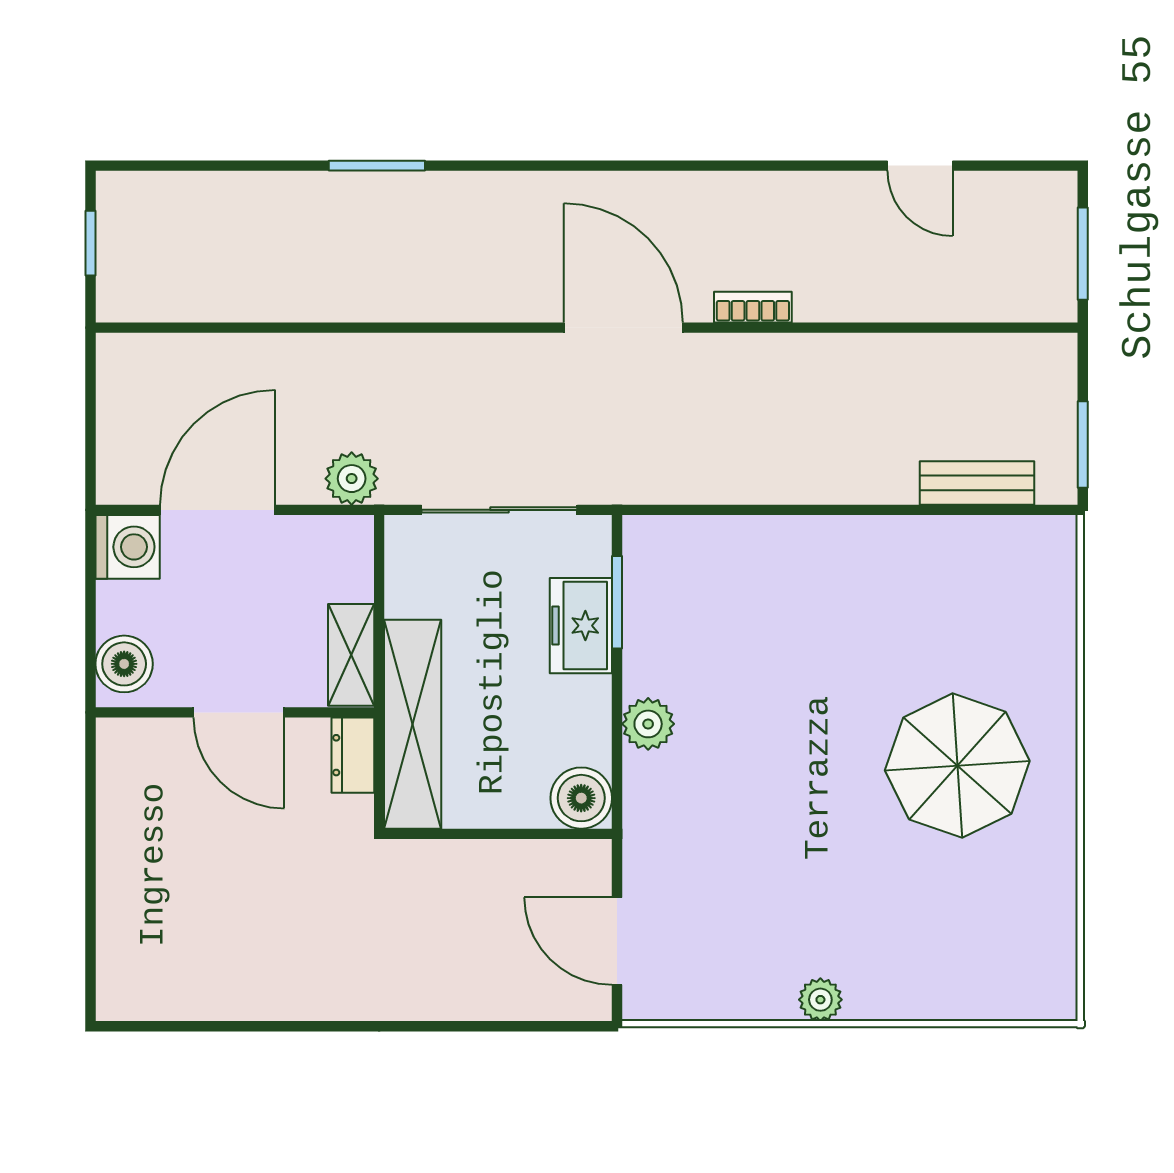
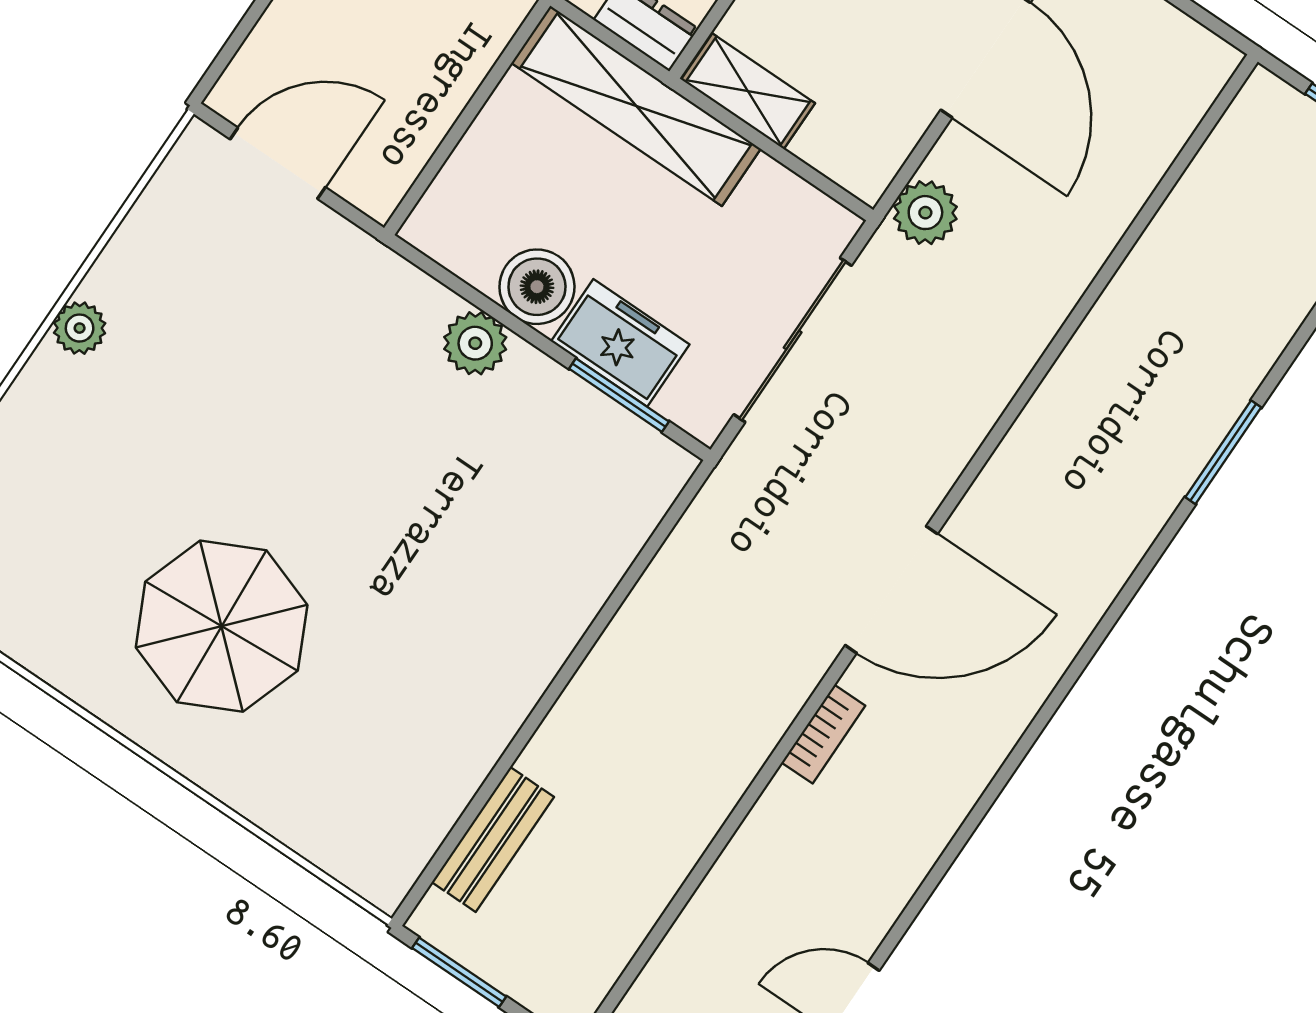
boiler: (581, 798) -> (537, 287), moved

